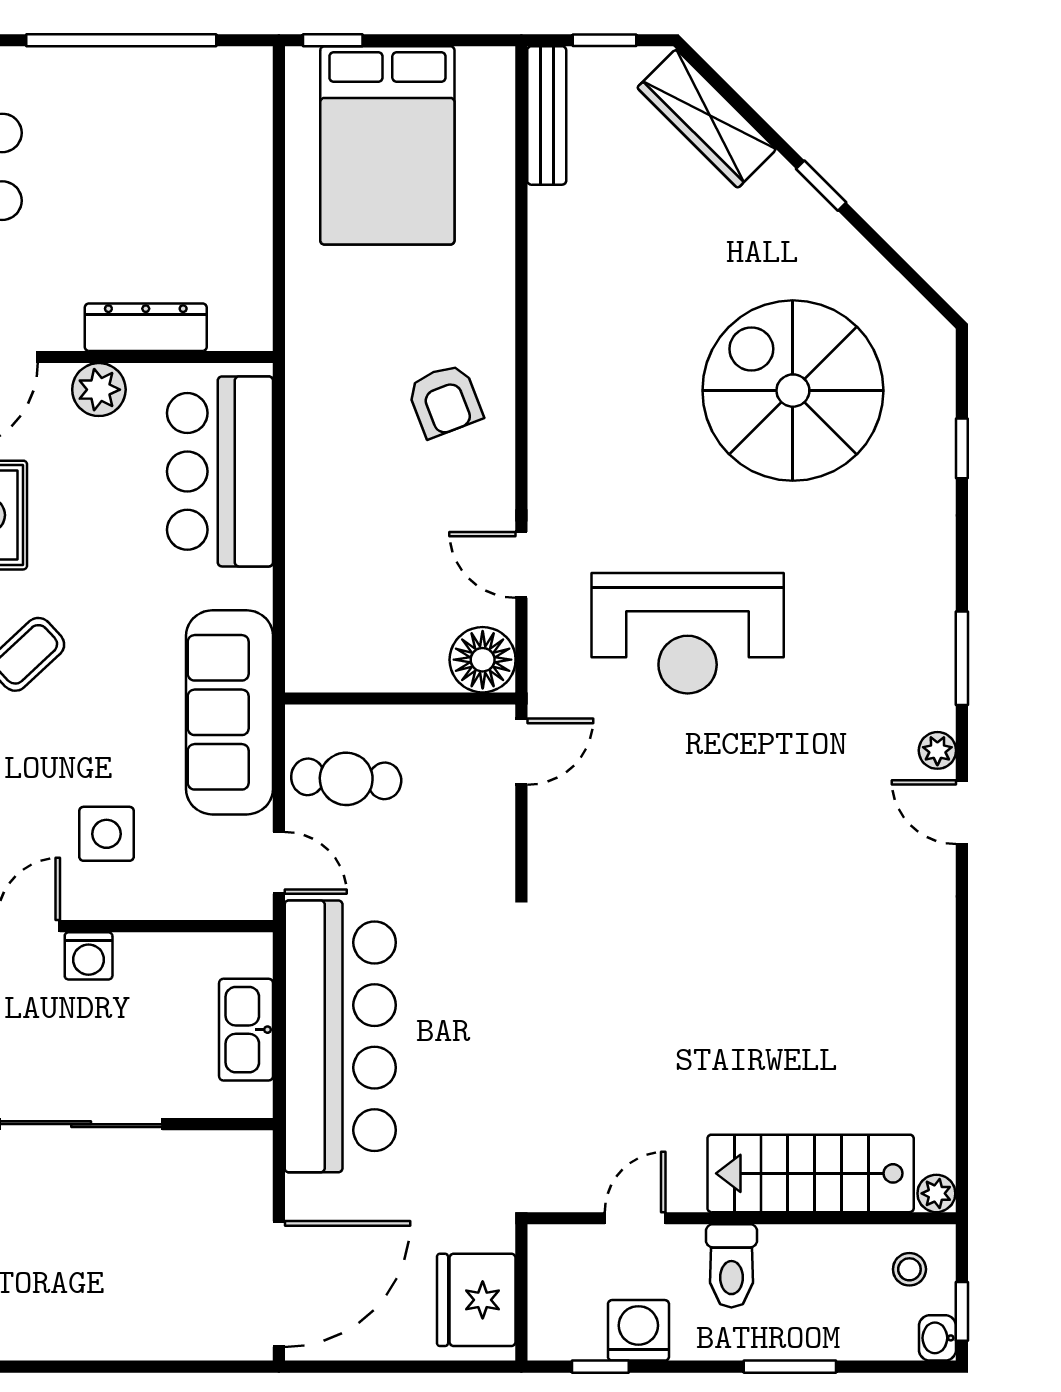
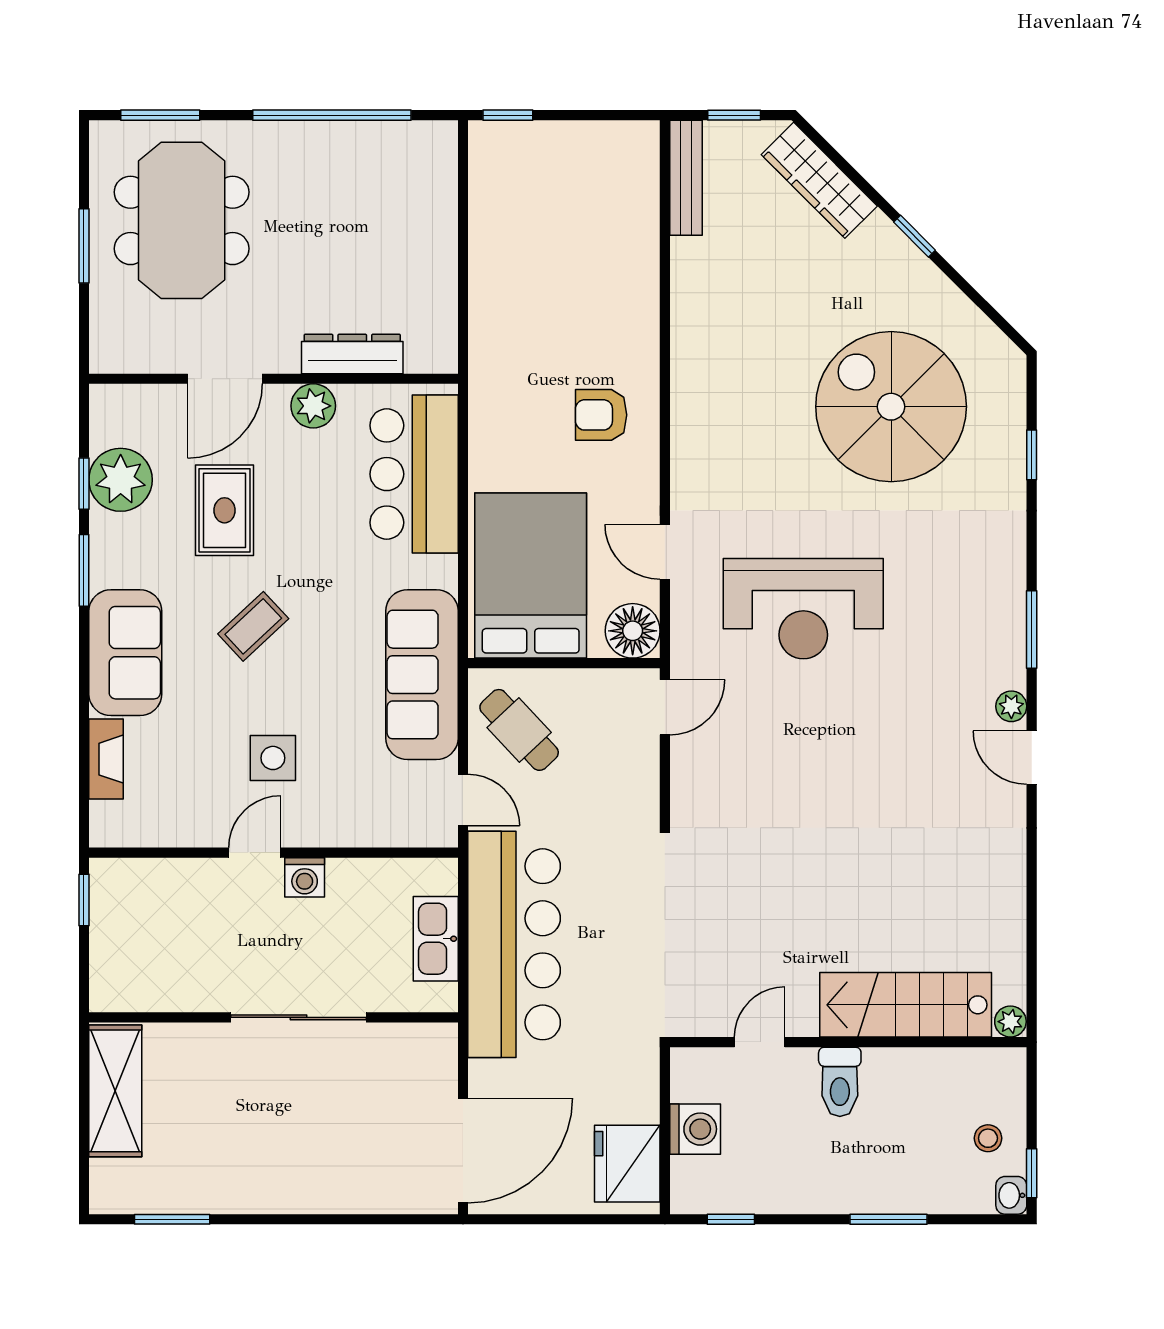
bed: (387, 145) -> (531, 576), moved, turned 180
armchair: (445, 400) -> (601, 415), turned 111
cafe table: (346, 779) -> (519, 730), turned 44
side table: (106, 834) -> (273, 758), moved
stairs: (811, 1173) -> (906, 1005), moved
plant: (936, 1193) -> (1010, 1022), moved
door: (635, 1218) -> (760, 1042), moved
wall: (742, 1218) -> (848, 1042), moved
toilet: (731, 1266) -> (840, 1082), moved
washing machine: (638, 1330) -> (695, 1129), moved, turned 90

